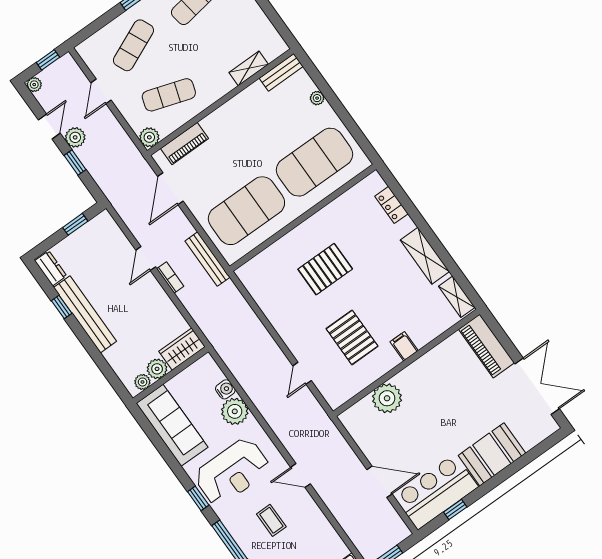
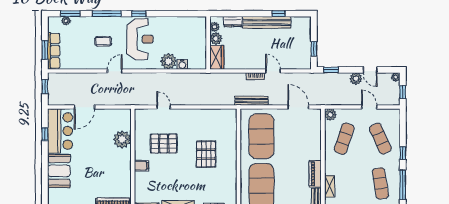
piano: (185, 144) -> (315, 174), moved
window: (75, 162) -> (331, 70), moved
dresser: (51, 268) -> (233, 22), moved
sofa: (172, 425) -> (183, 26), removed
reception desk: (232, 472) -> (140, 39), turned 180

